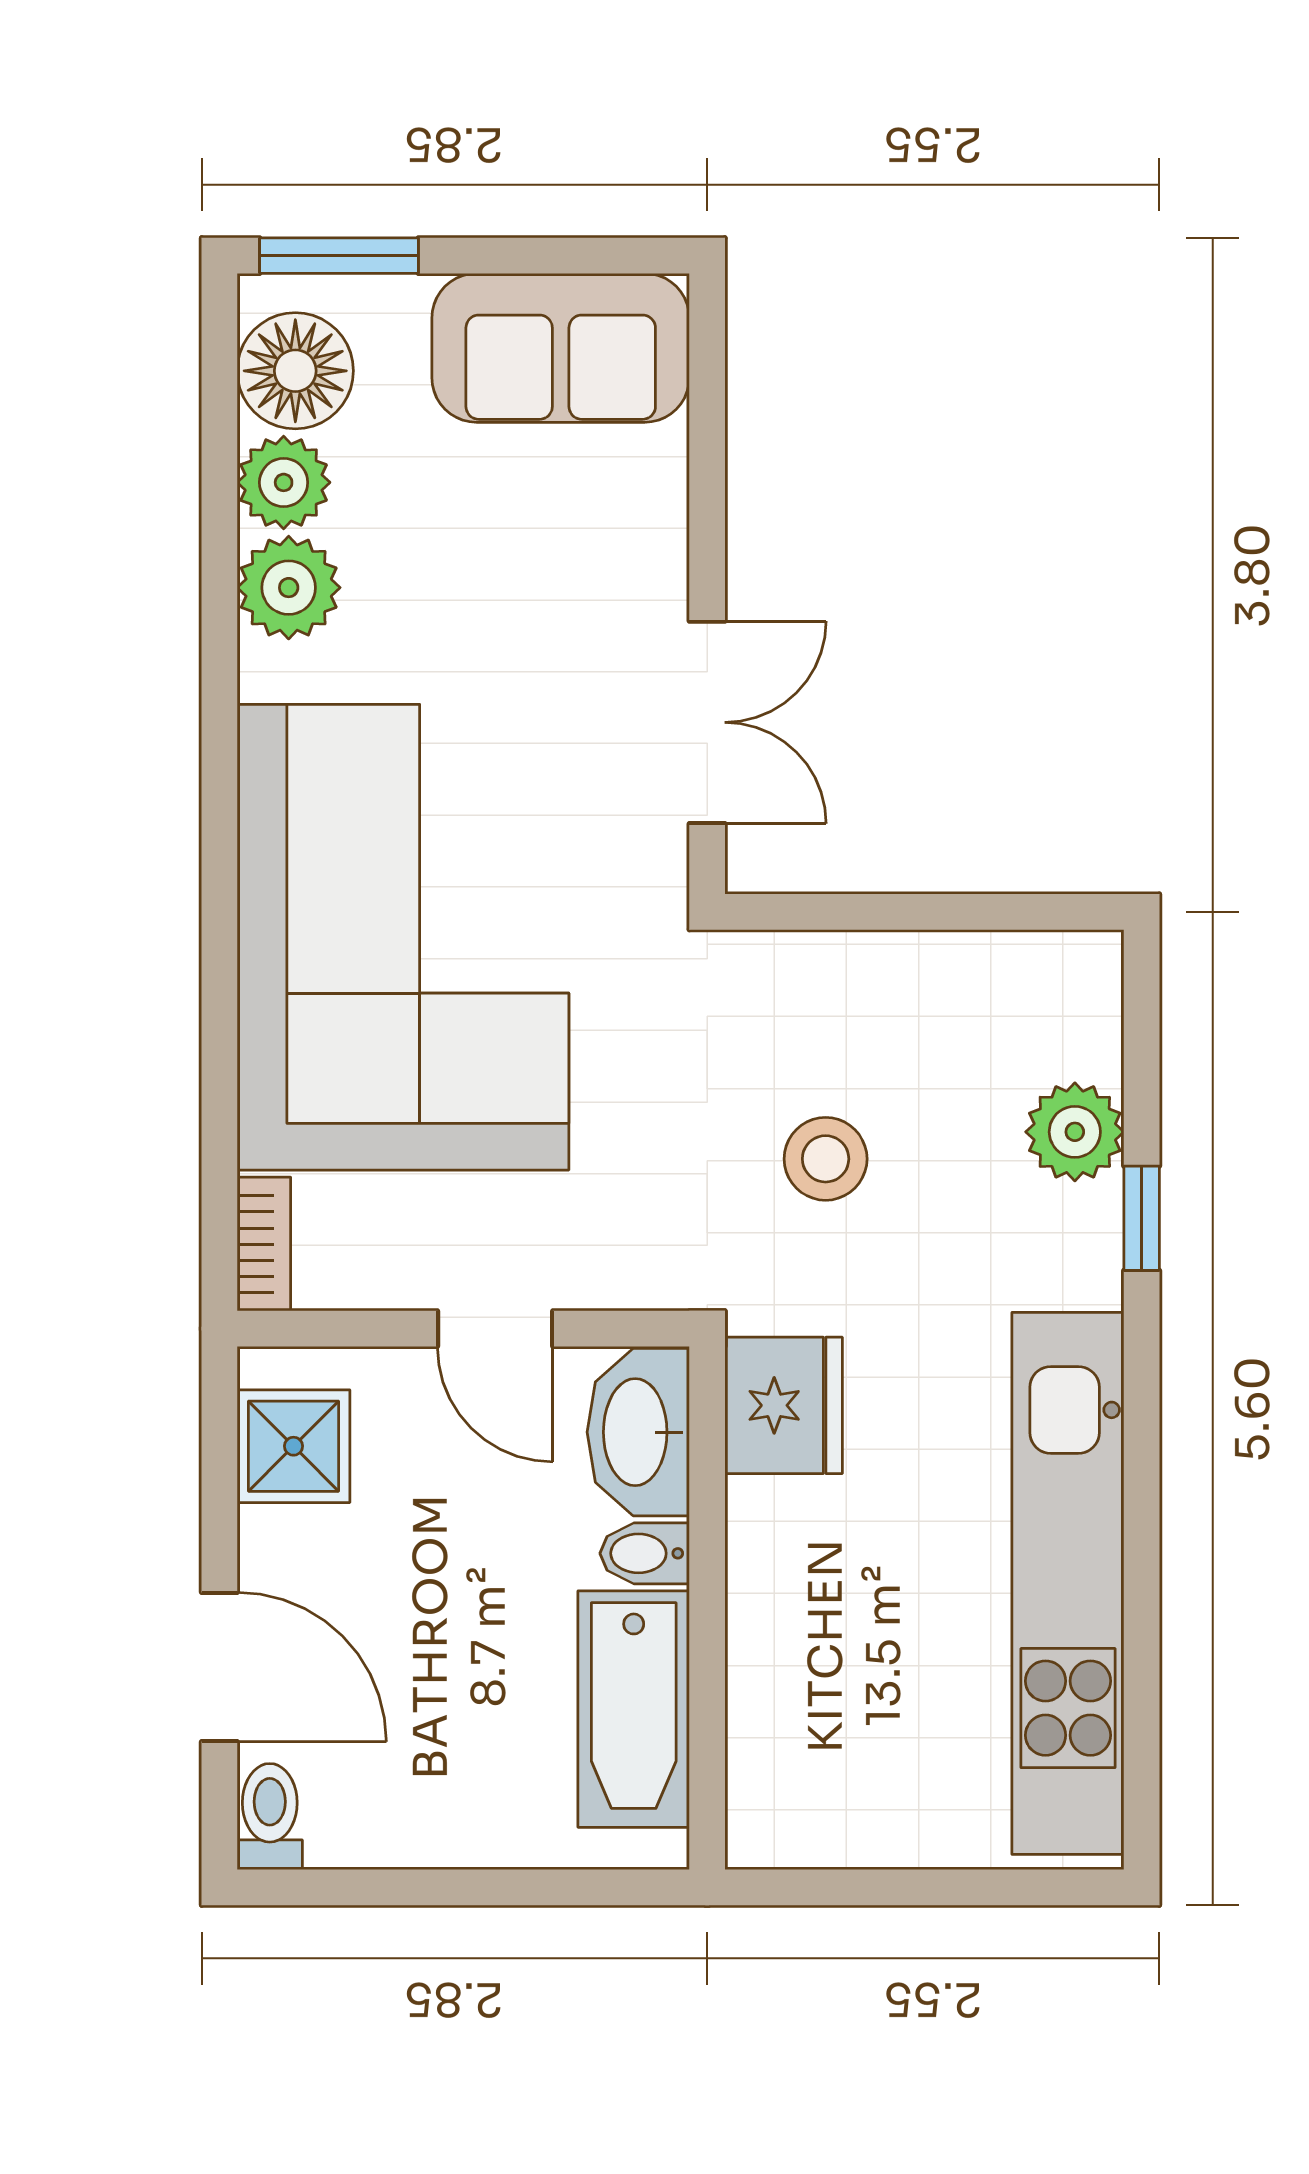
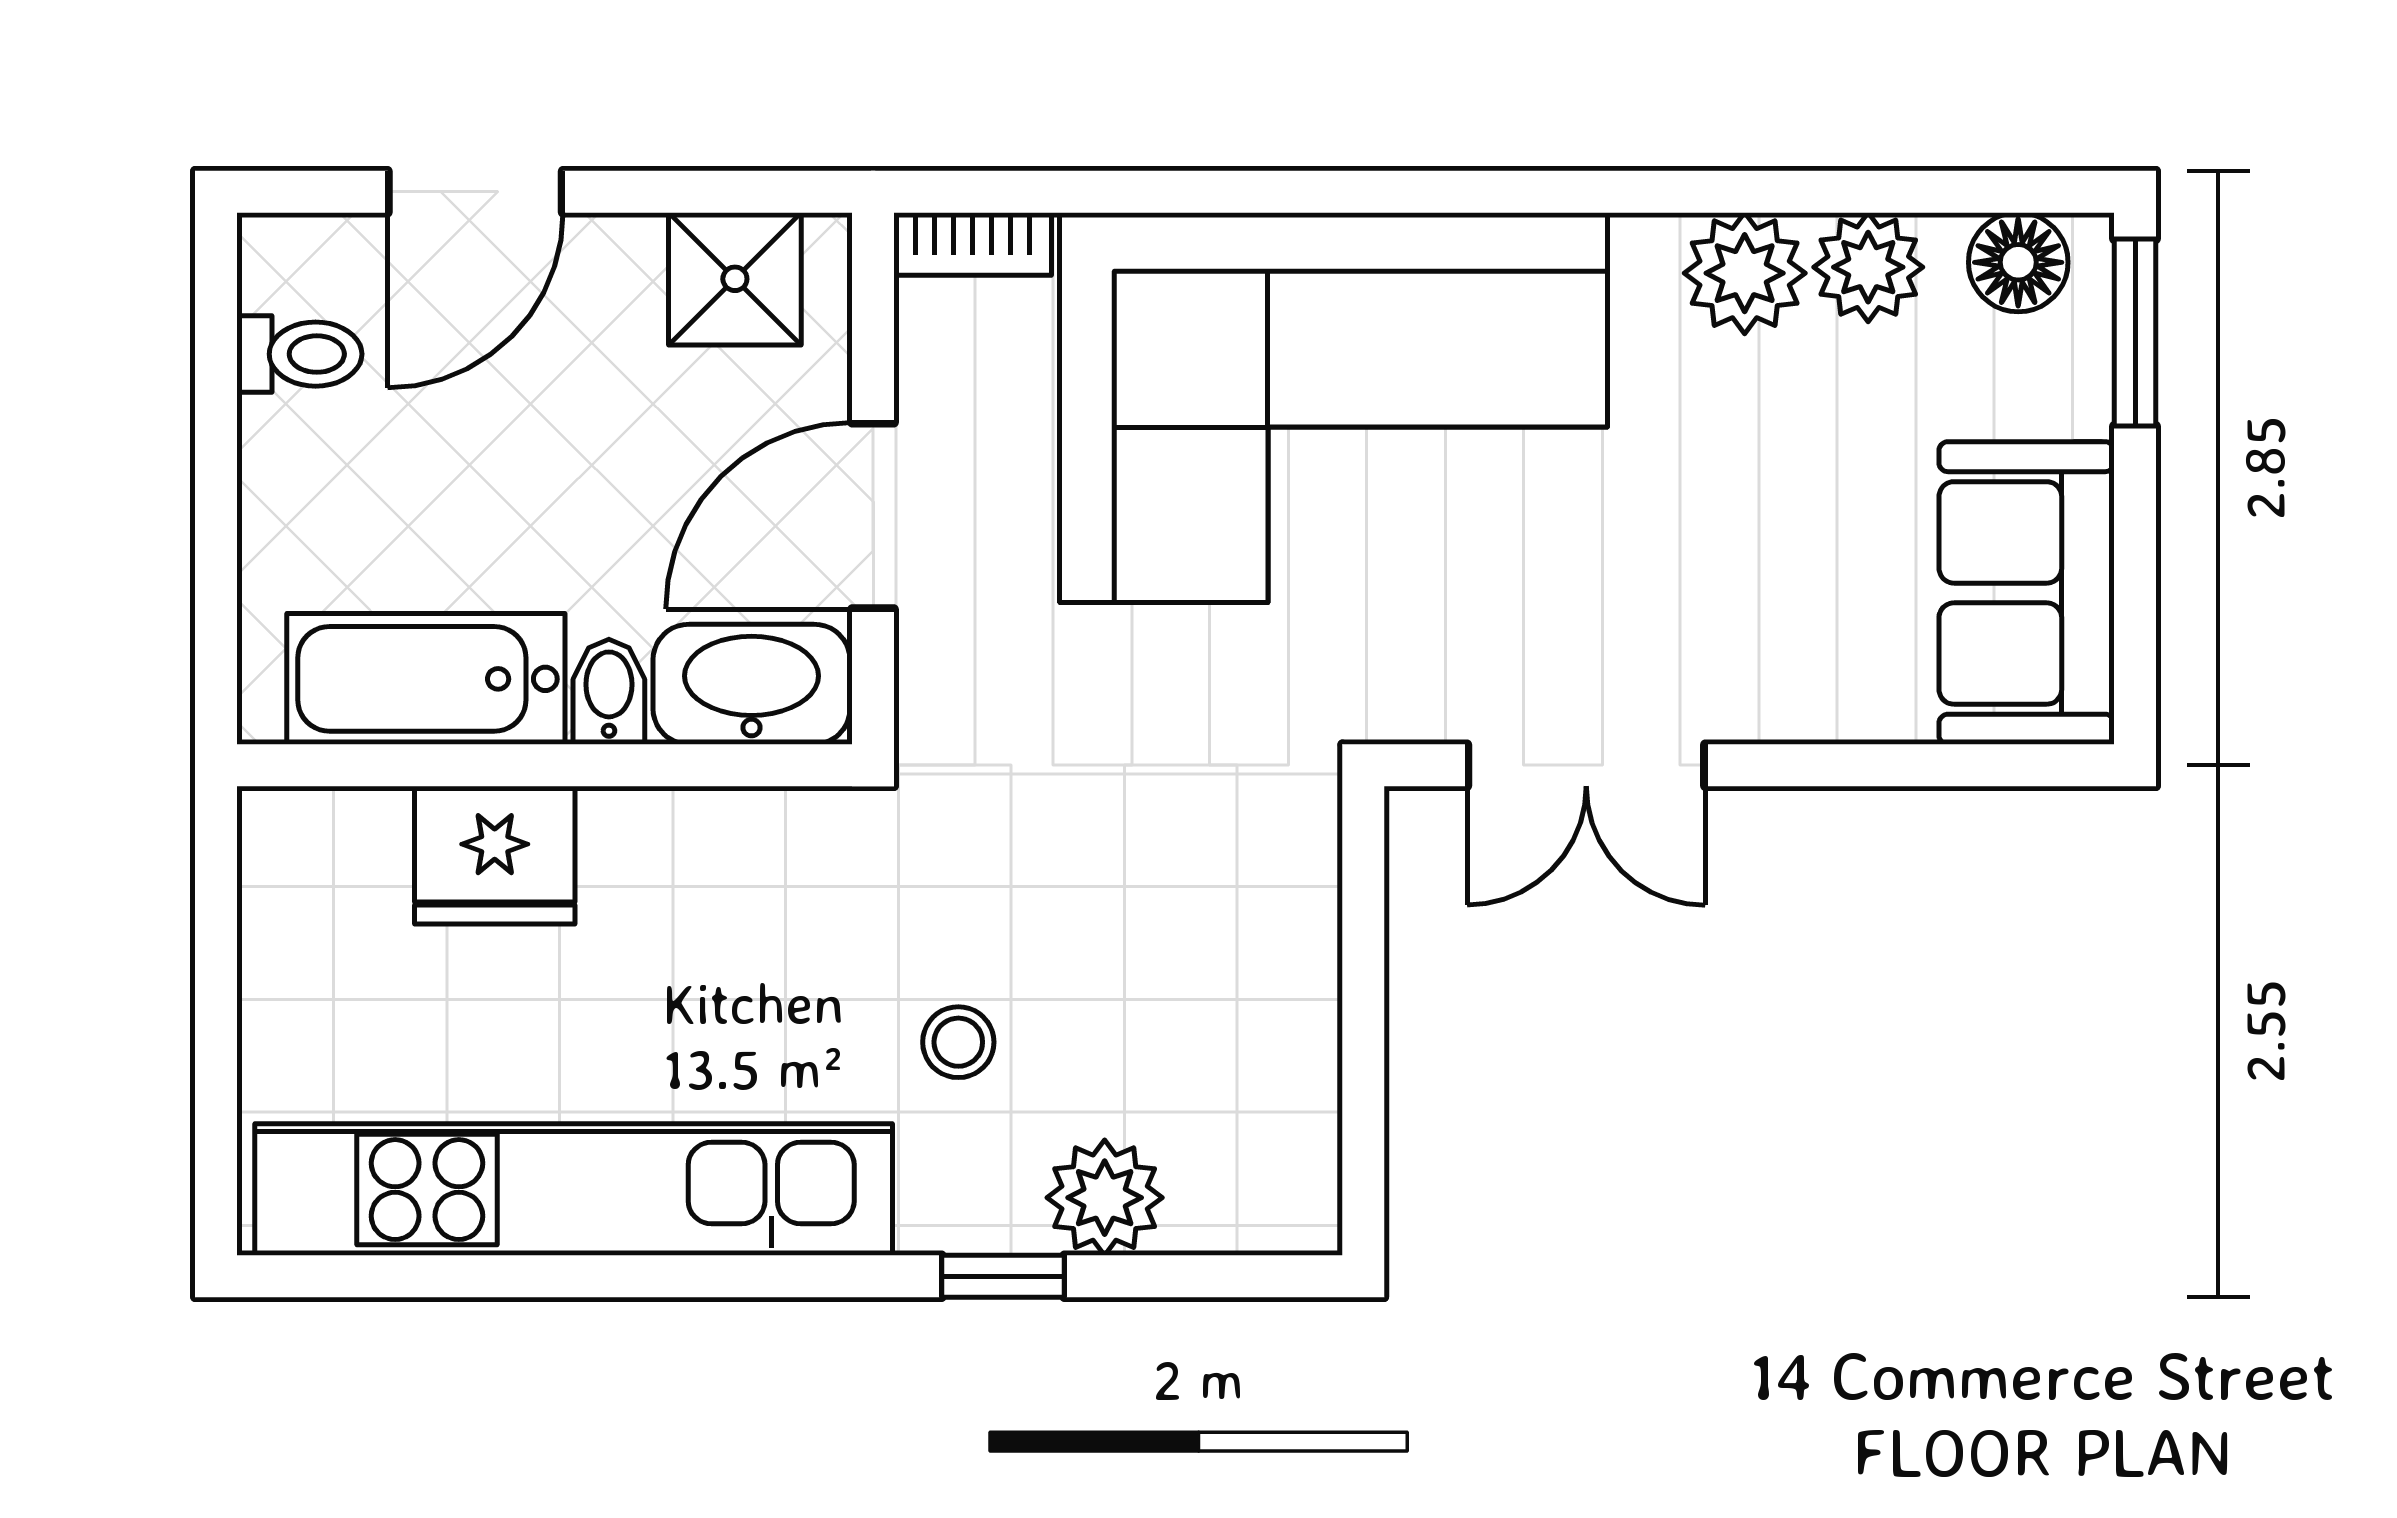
floor lamp: (295, 371) -> (2018, 262), width x0.73, depth x0.73
stool: (826, 1159) -> (958, 1042), moved, width x0.73, depth x0.73
door: (495, 1329) -> (873, 516), width x1.38
fridge: (784, 1405) -> (495, 855), moved
toilet: (270, 1817) -> (299, 354), moved

